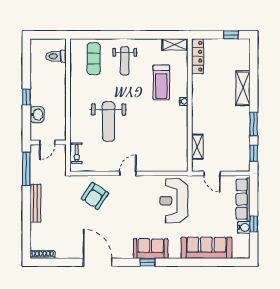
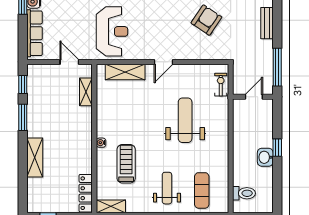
washbasin: (37, 115) -> (265, 157), moved
shelving: (162, 164) -> (125, 72), added
armchair: (95, 196) -> (206, 20), moved
bench: (35, 203) -> (267, 23), width x0.73

